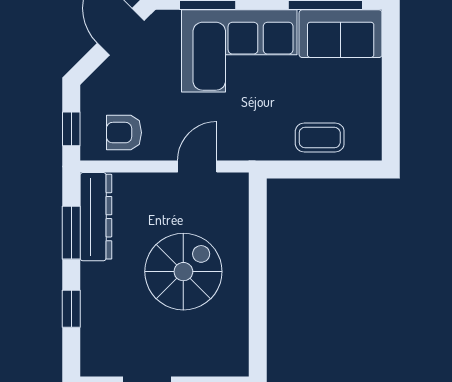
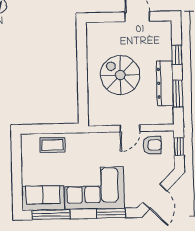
door: (197, 167) -> (130, 128), moved
dresser: (96, 217) -> (165, 83), moved
spiral stairs: (183, 272) -> (120, 75), turned 90

